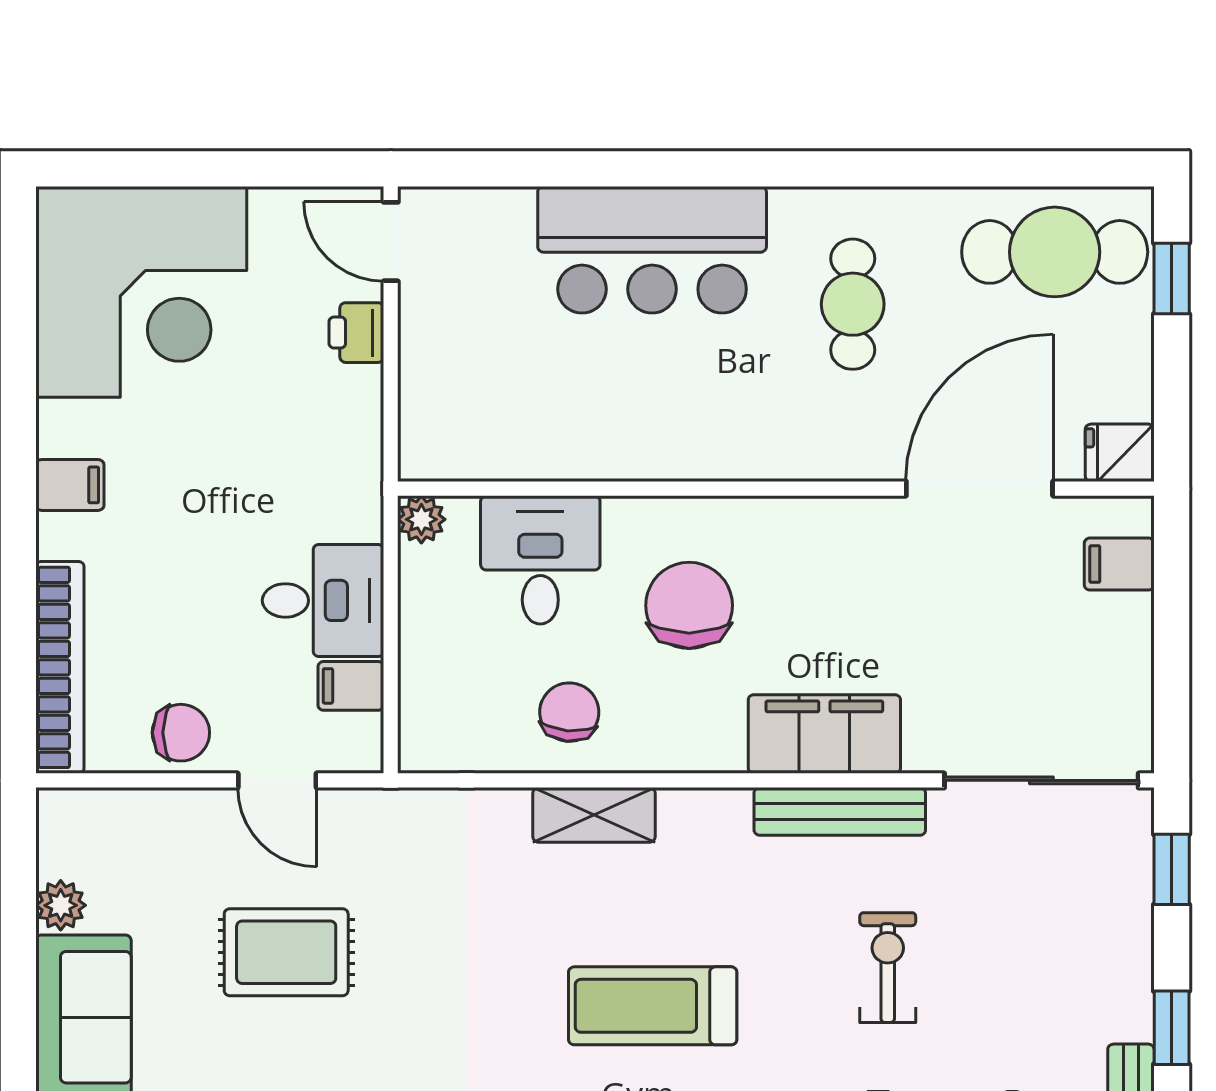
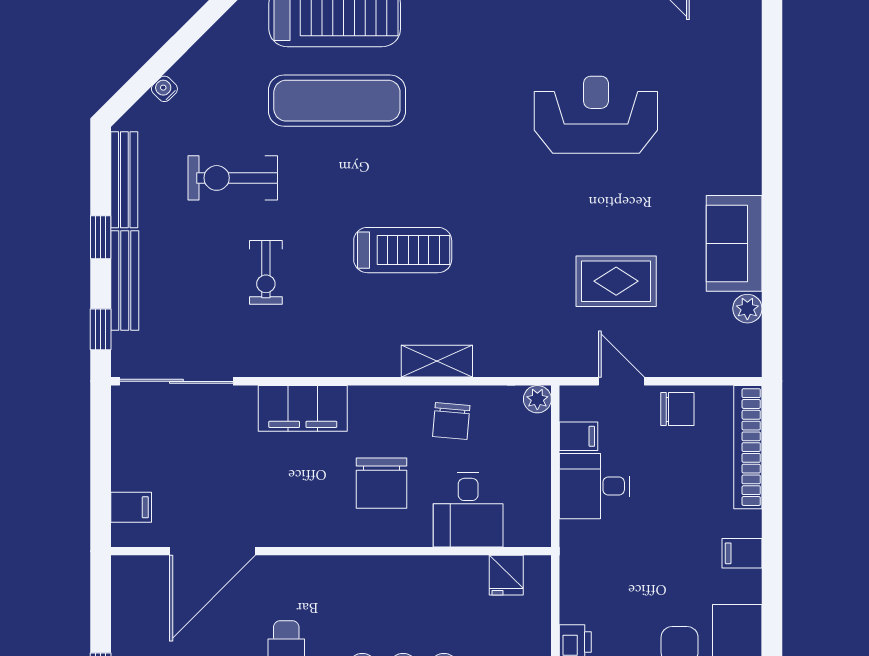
fridge: (1120, 453) -> (506, 575), moved, turned 90
plant: (421, 519) -> (537, 399), moved
chair: (181, 733) -> (677, 409), turned 180
bench: (840, 811) -> (125, 280), moved, turned 90

